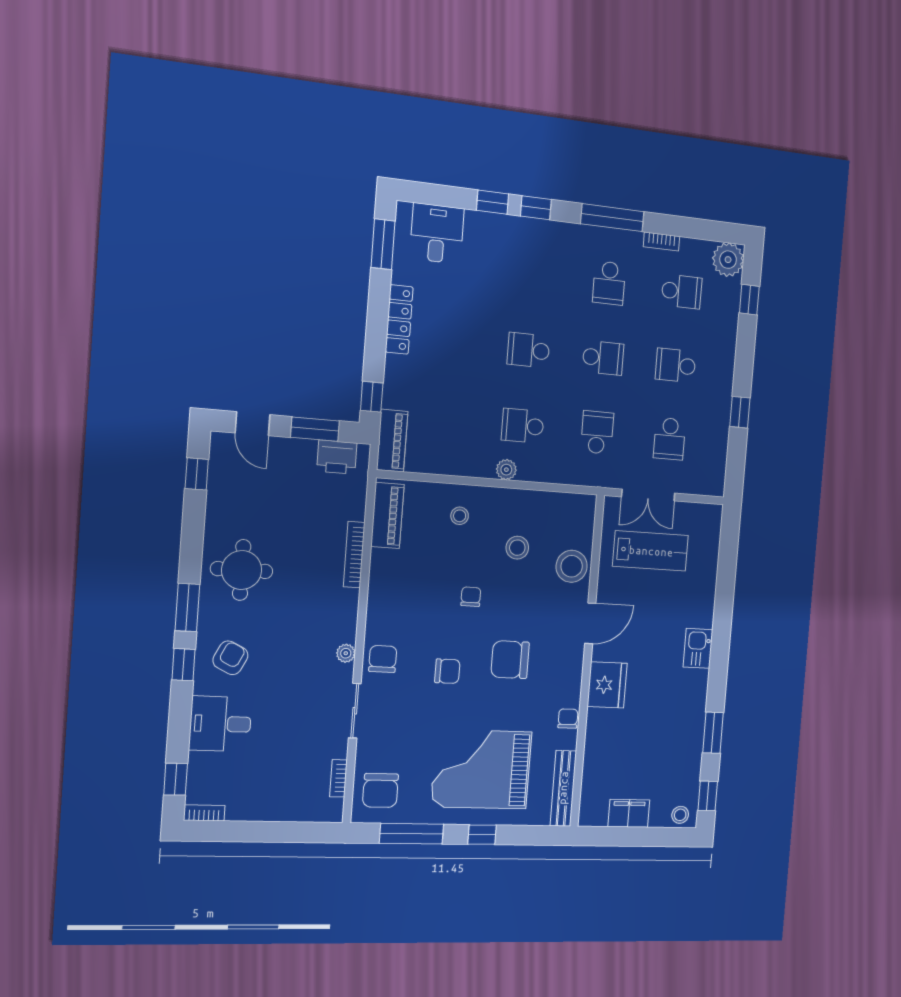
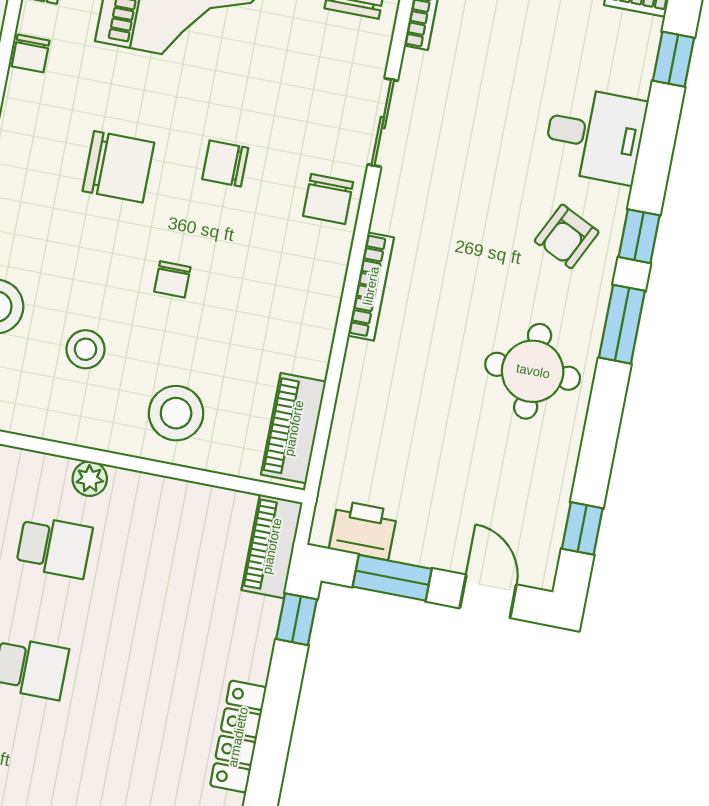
stool: (460, 516) -> (176, 413), width x1.89, depth x1.89
bookcase: (354, 555) -> (371, 286), moved
plant: (346, 653) -> (386, 217), removed

